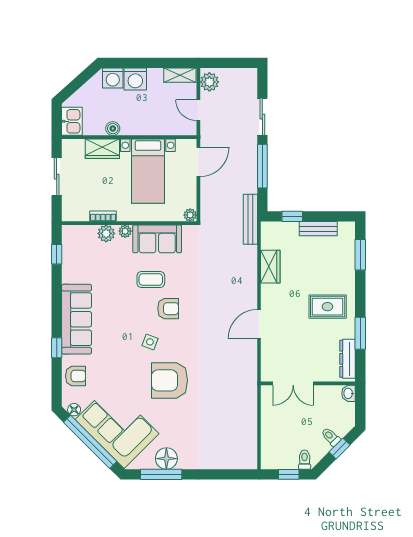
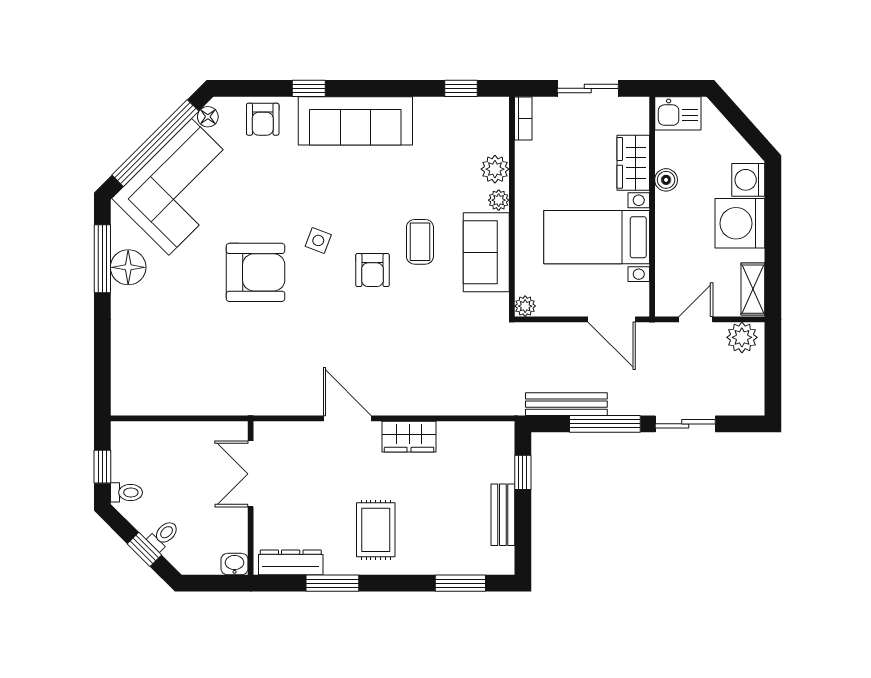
washing machine: (135, 79) -> (740, 223), width x1.37, depth x1.37
bookcase: (103, 216) -> (523, 118), moved
bench: (250, 219) -> (566, 404), moved
wardrobe: (270, 267) -> (409, 437), moved
armchair: (170, 380) -> (255, 272), turned 90

